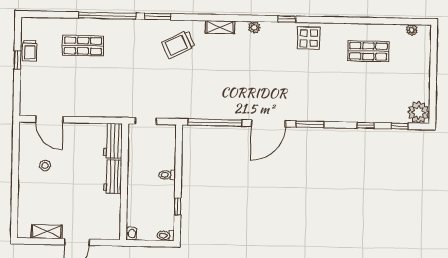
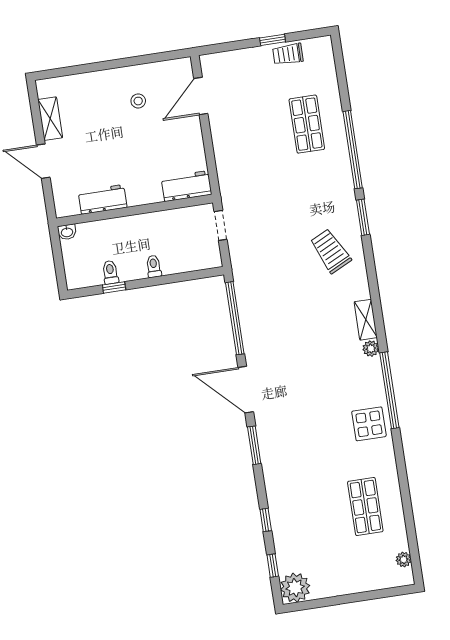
window: (287, 19) -> (389, 390), width x3.17
shelving: (220, 27) -> (366, 320), moved
workbench: (113, 177) -> (103, 199), moved
toilet: (165, 236) -> (110, 272), moved

